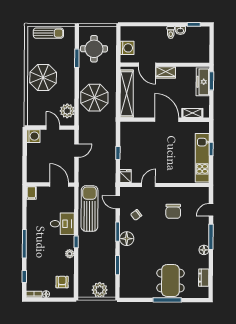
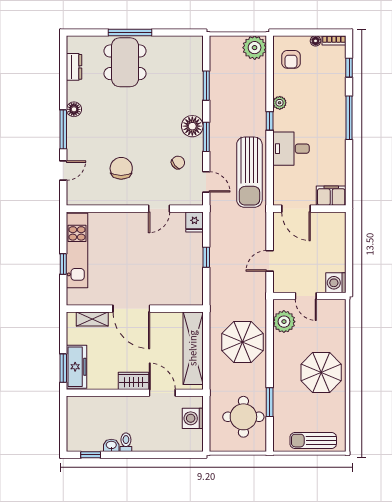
filing cabinet: (31, 193) -> (331, 196), width x2.00
plant: (100, 290) -> (255, 48), moved

